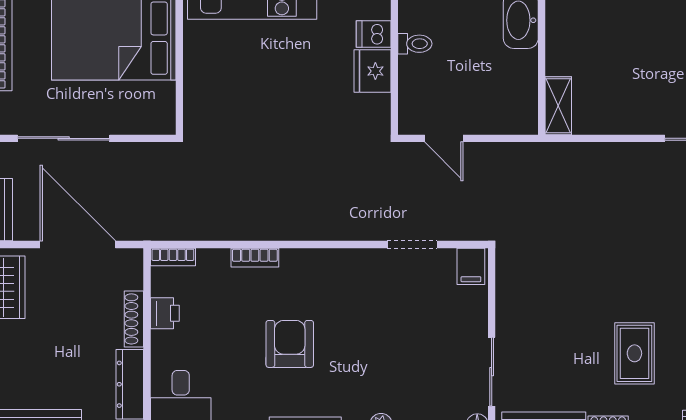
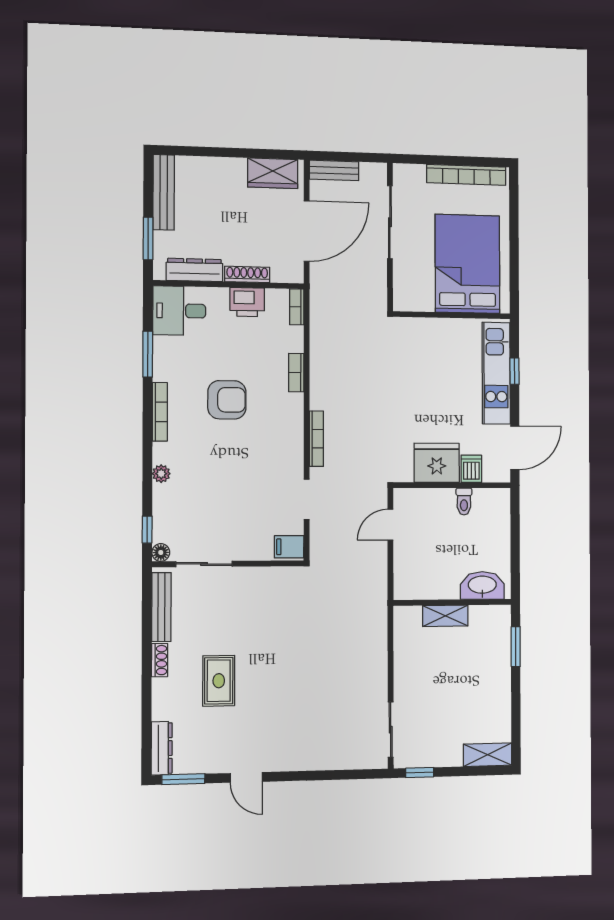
fridge: (372, 71) -> (437, 463), width x1.36, depth x1.34
shelving: (558, 106) -> (445, 616), moved
bookcase: (337, 232) -> (316, 439), added
printer: (165, 313) -> (247, 302), width x1.36, depth x1.24
rug: (634, 353) -> (219, 681), turned 90

